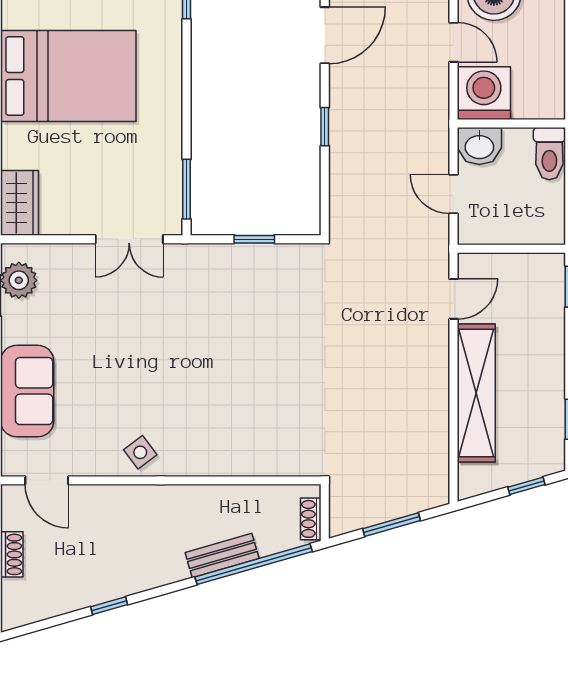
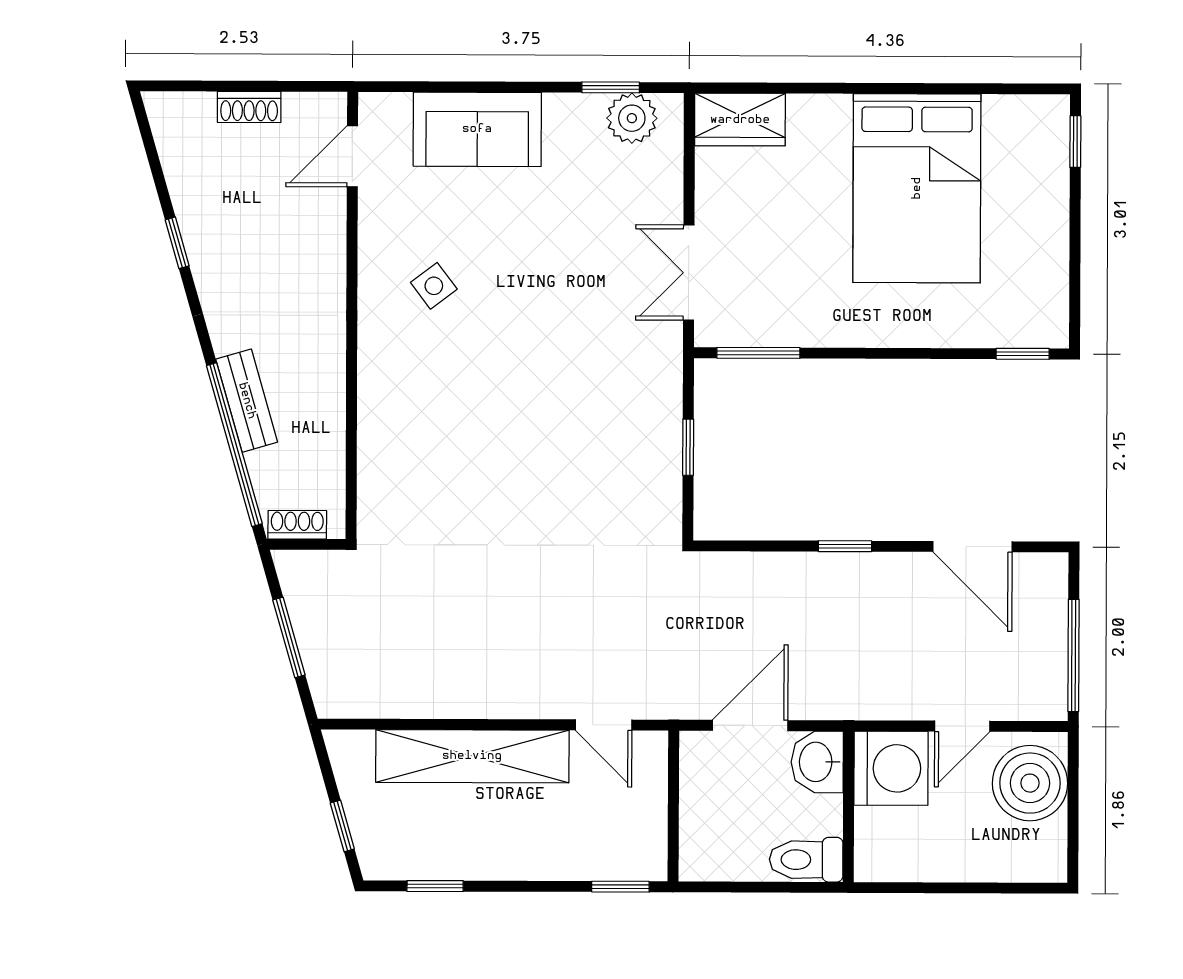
door: (453, 194) -> (750, 725), width x1.38
side table: (140, 452) -> (434, 286), moved

